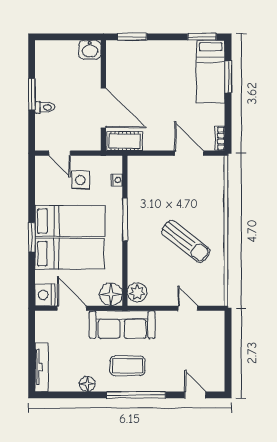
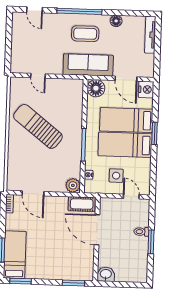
sun lounger: (186, 241) -> (38, 126), width x1.36, depth x1.34
plant: (137, 292) -> (73, 185), moved

